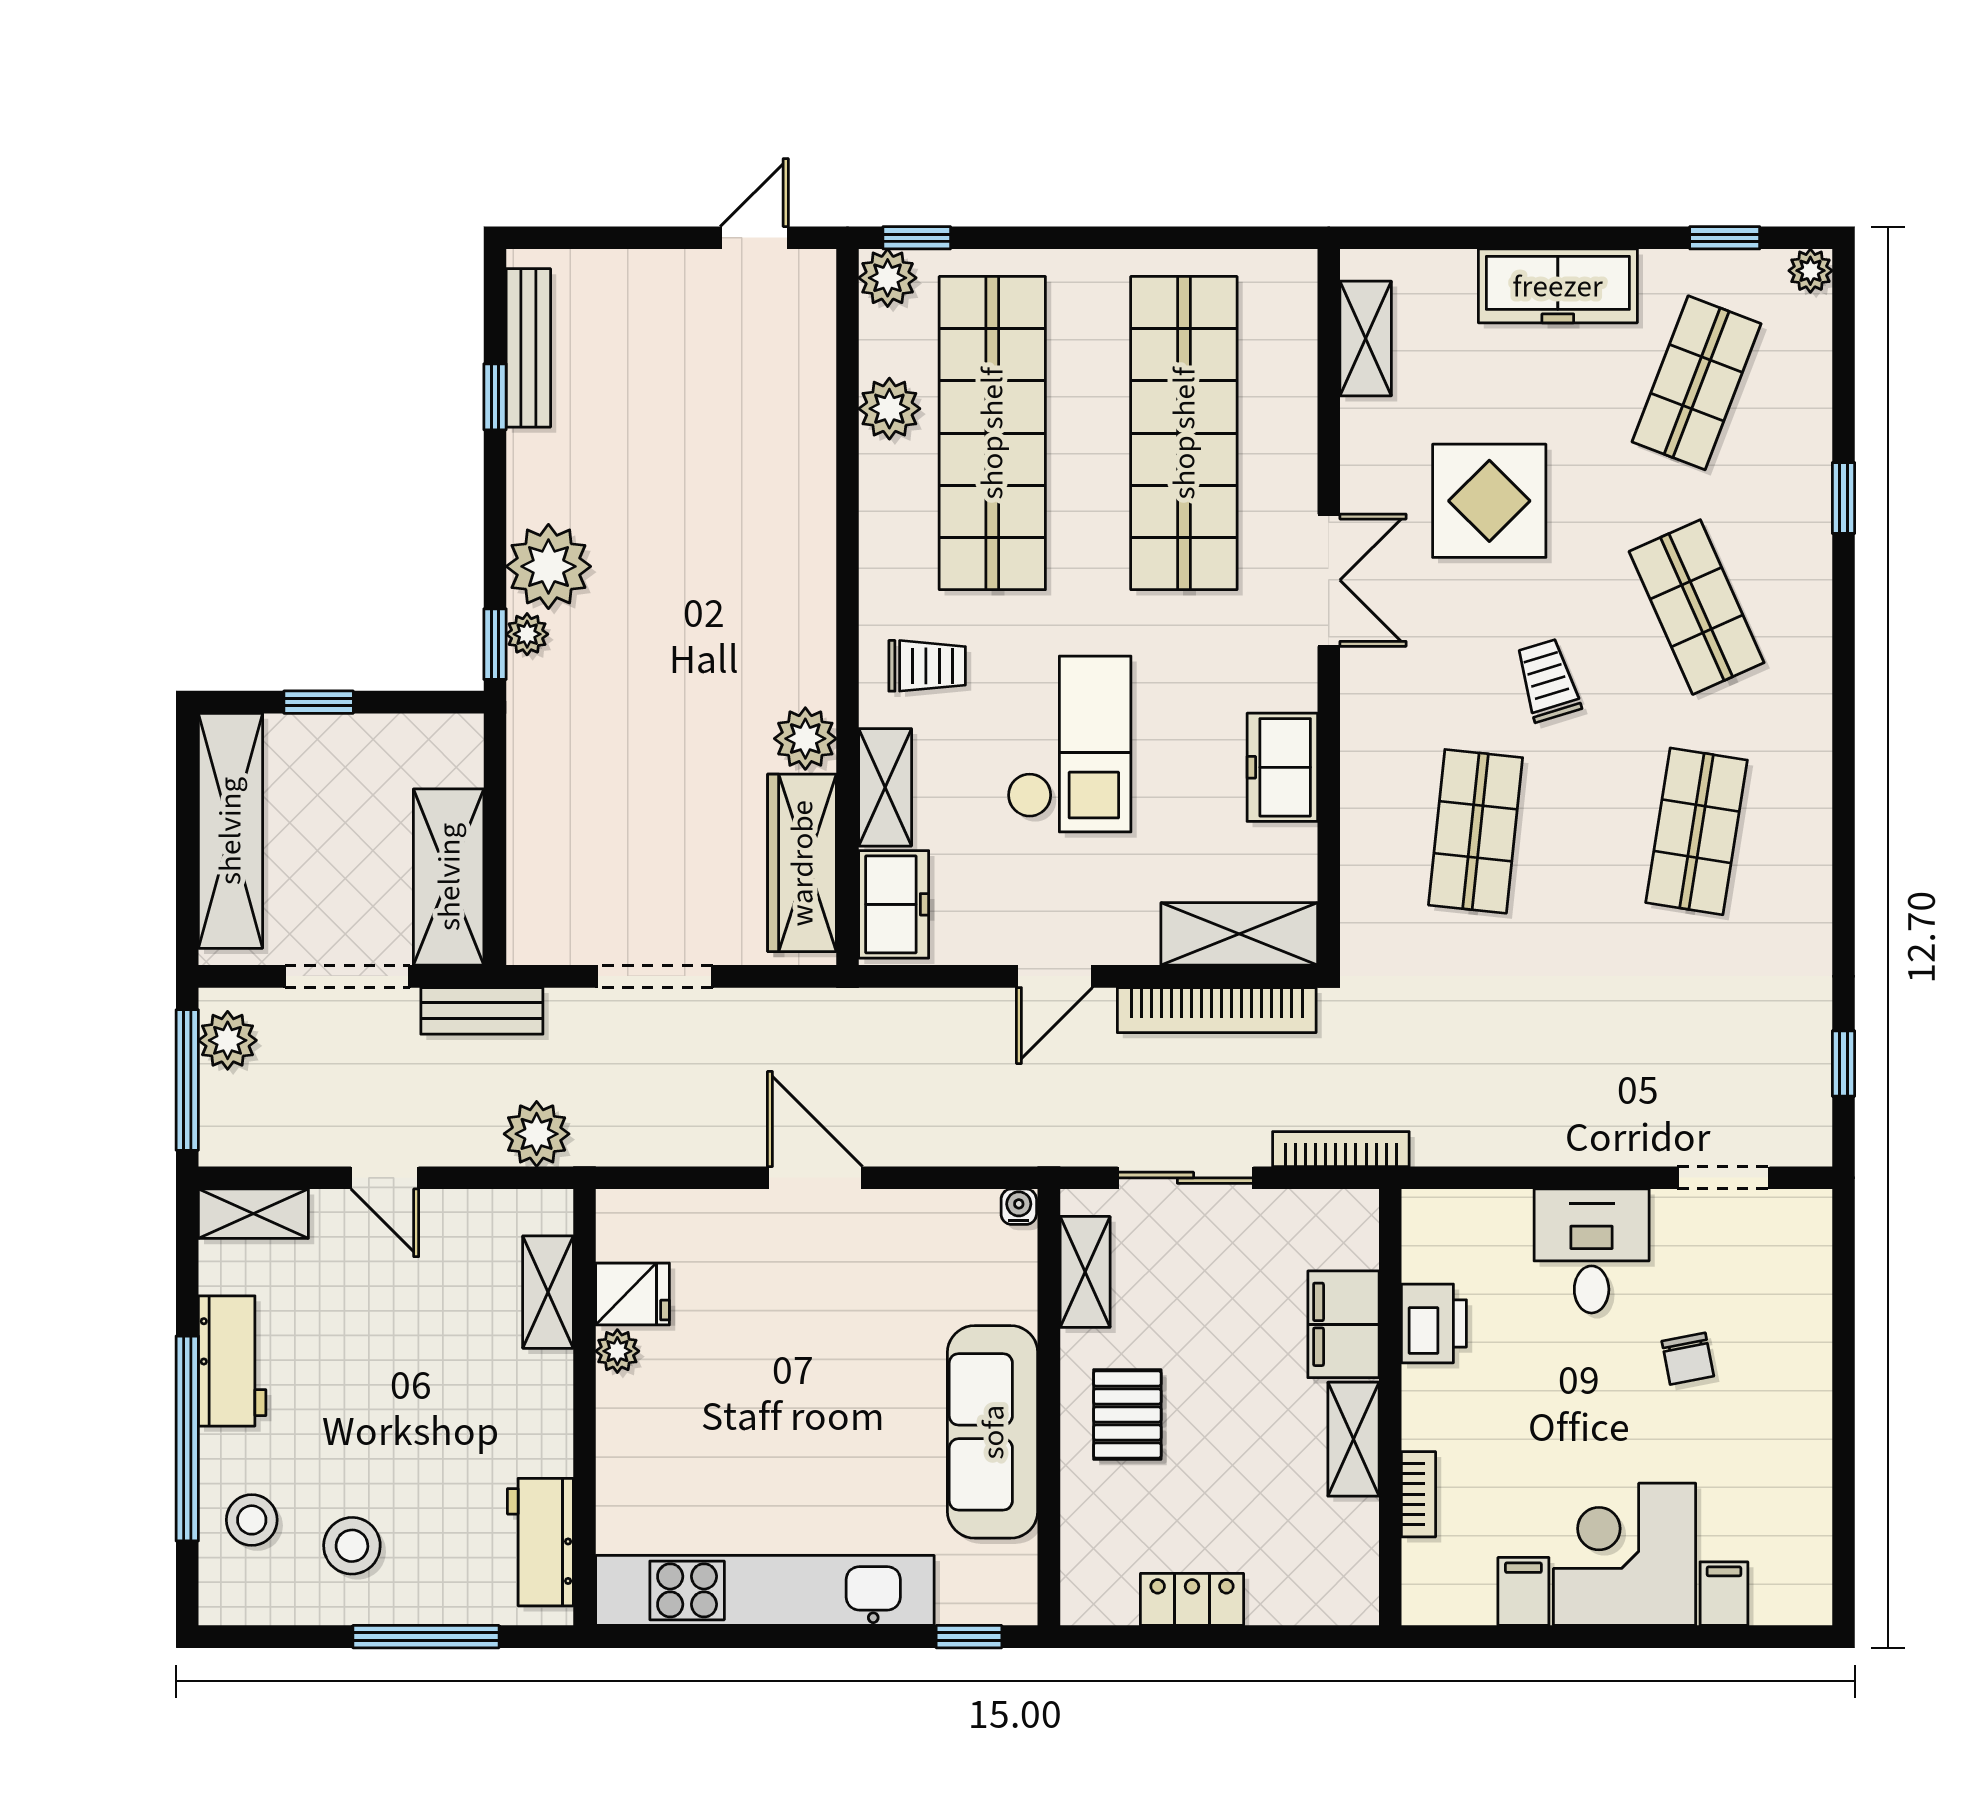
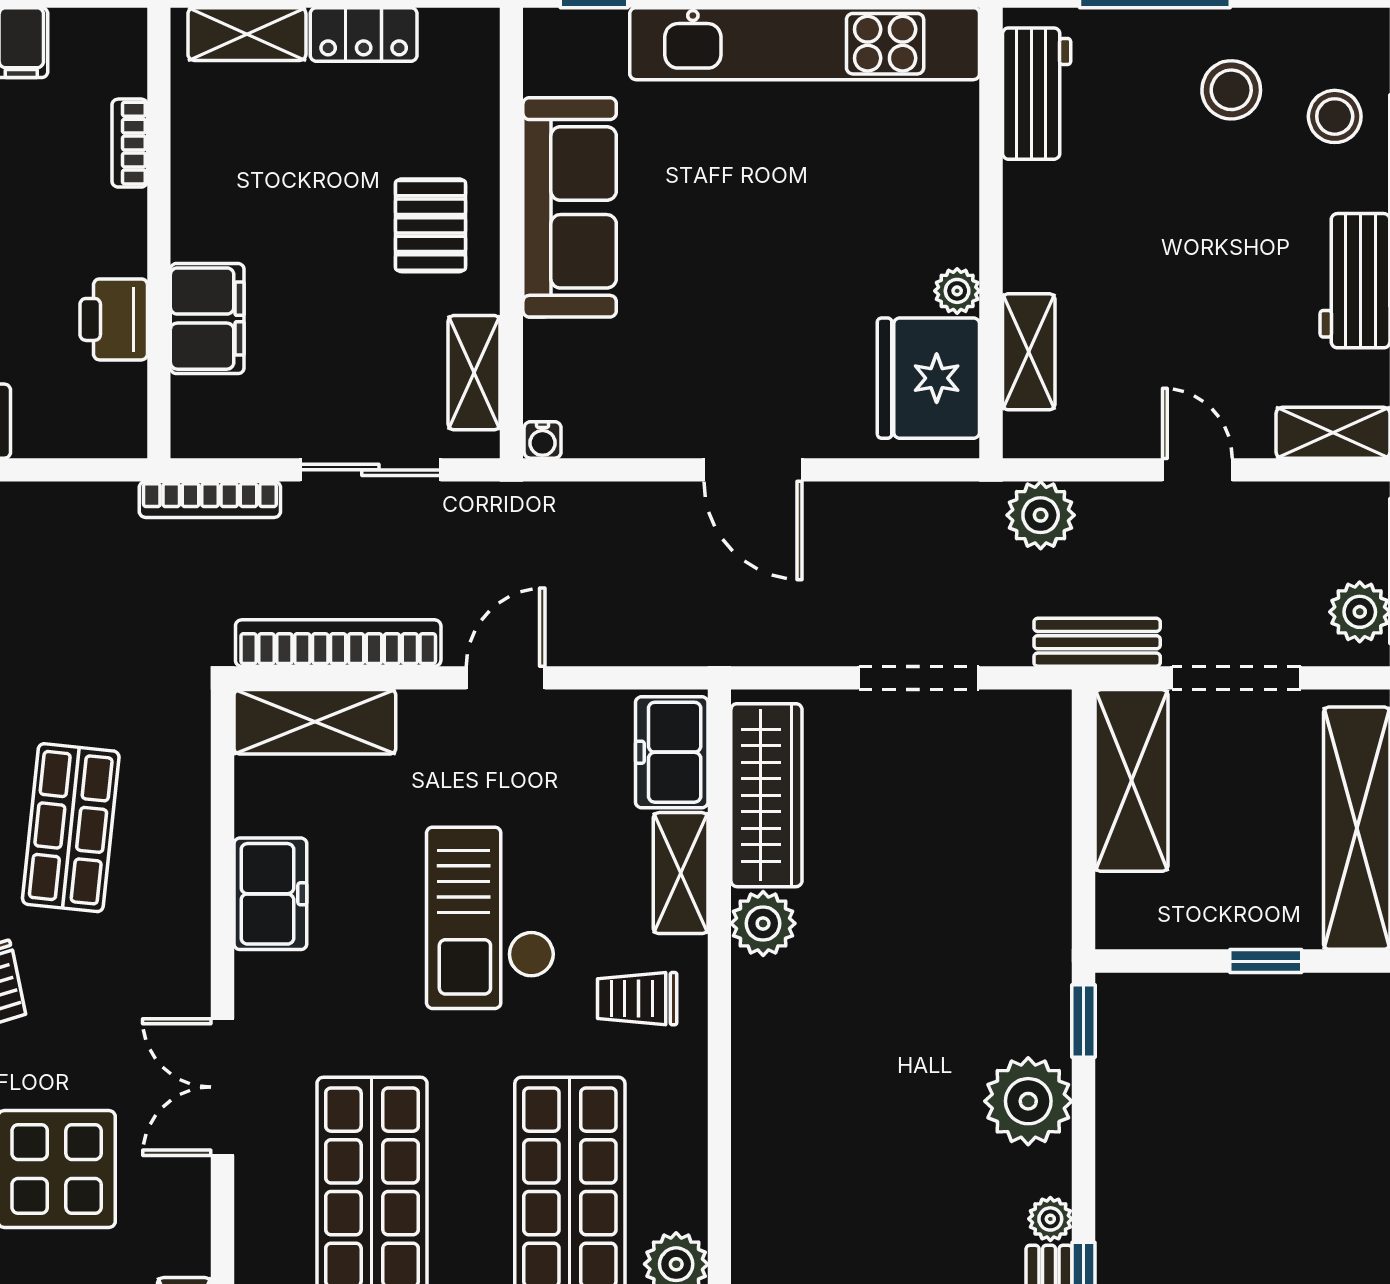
plant: (527, 634) -> (1050, 1219), moved
fridge: (633, 1294) -> (928, 378), width x1.88, depth x1.34
shelving: (1353, 1439) -> (247, 34), moved, turned 90

